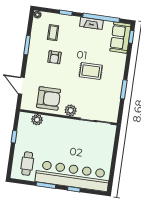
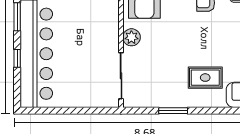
rug: (91, 71) -> (205, 78), moved, turned 90

